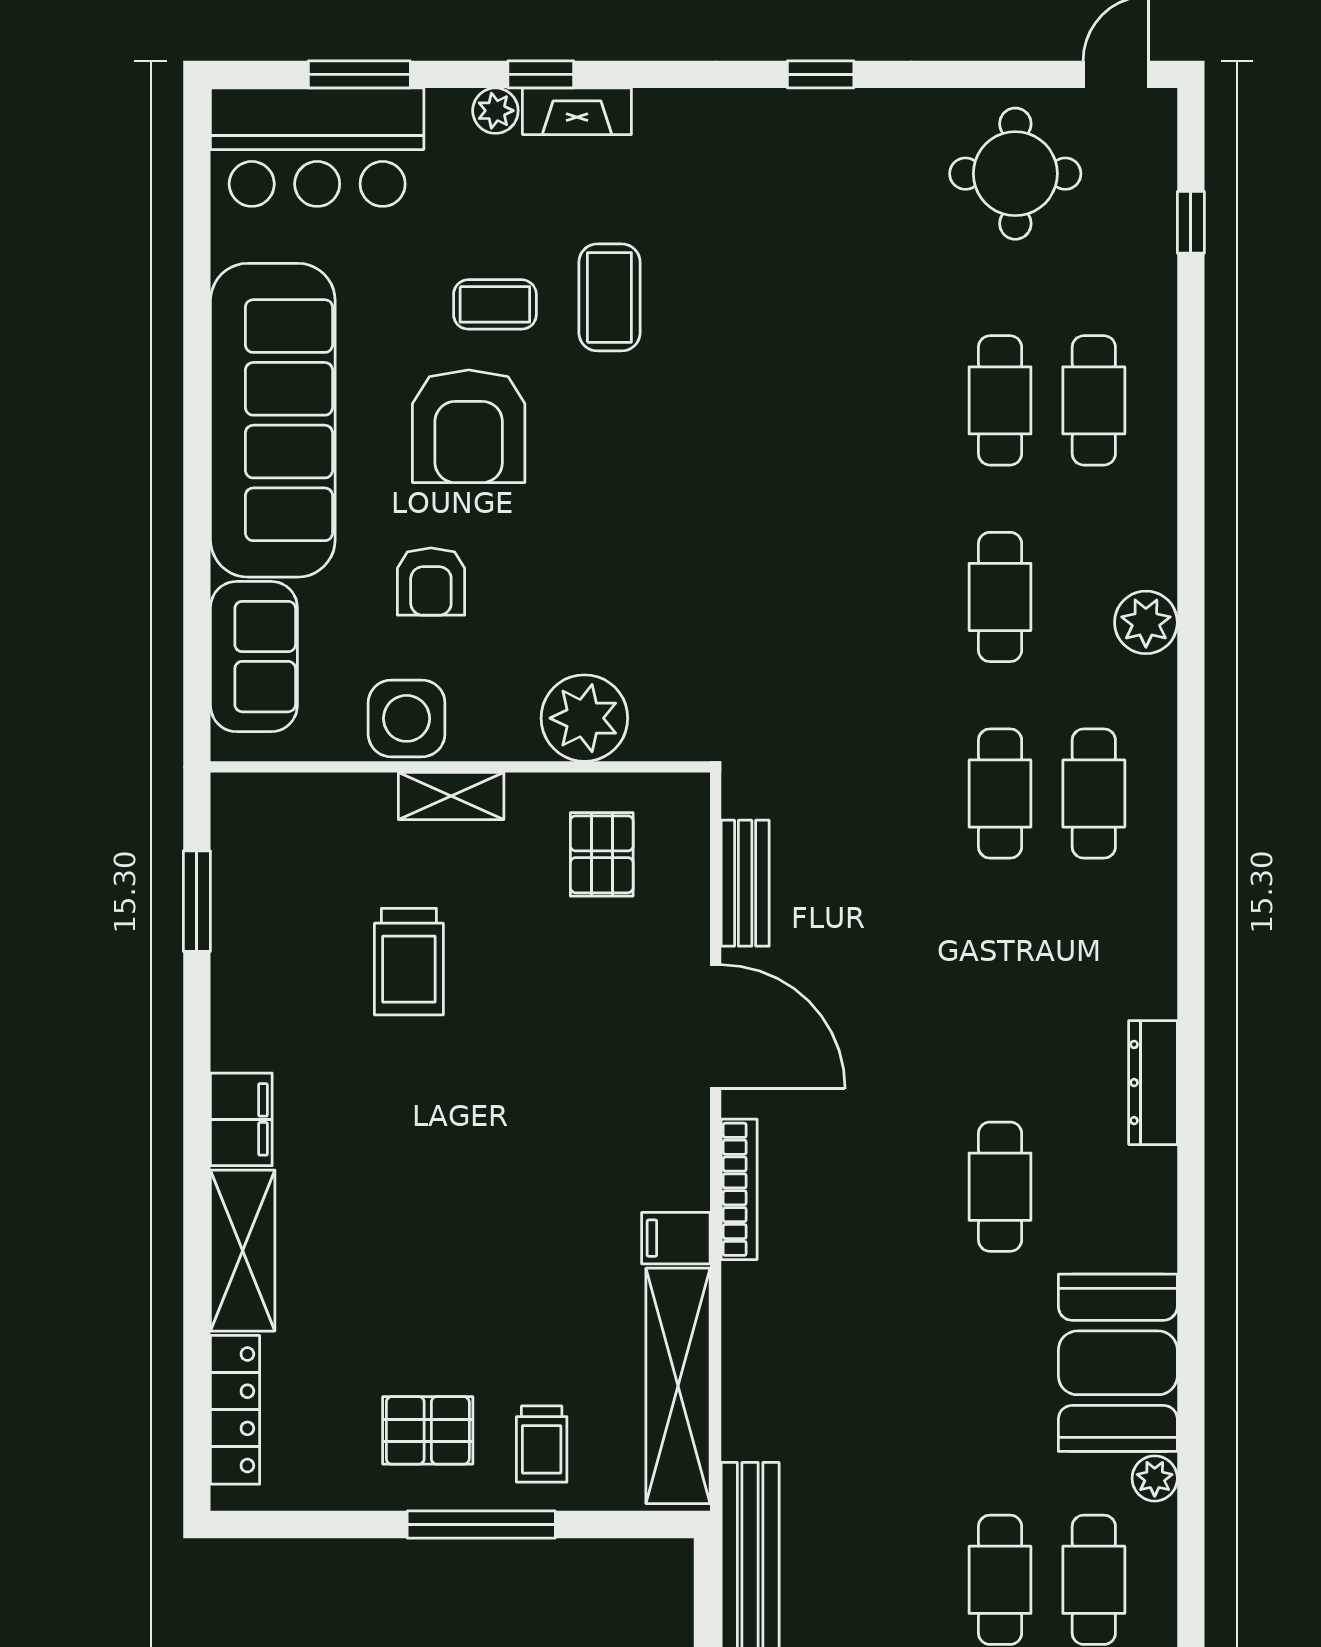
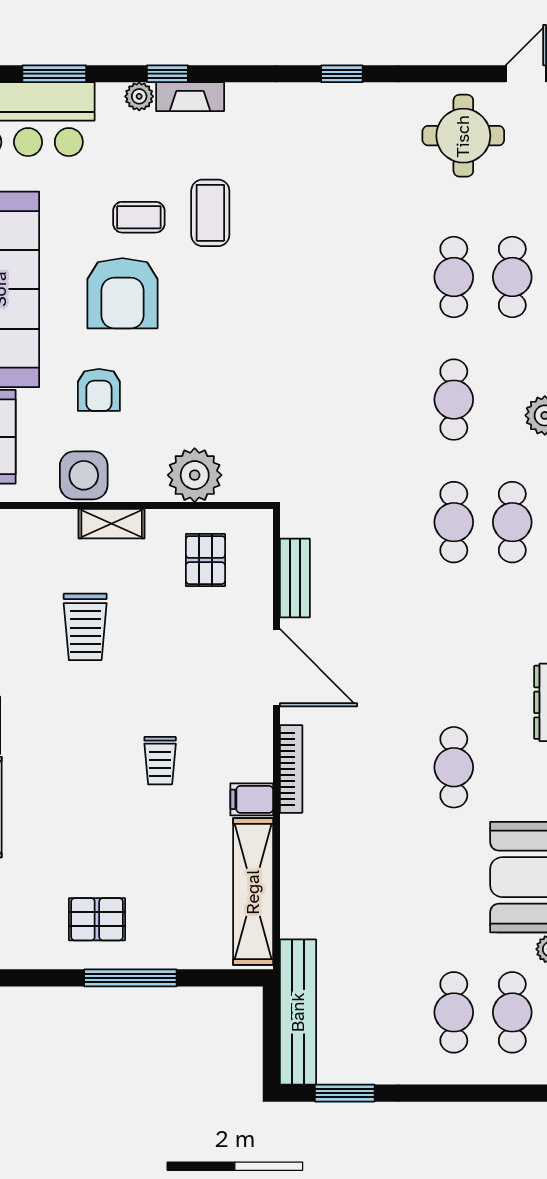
trolley: (542, 1444) -> (160, 761), moved

